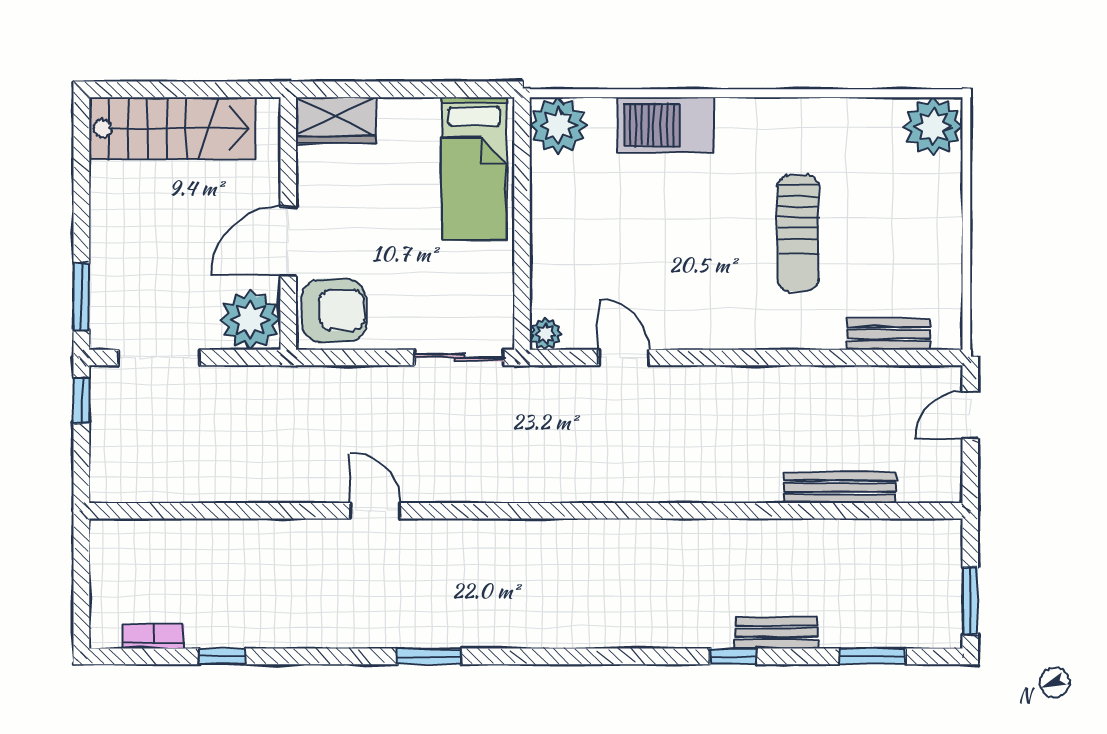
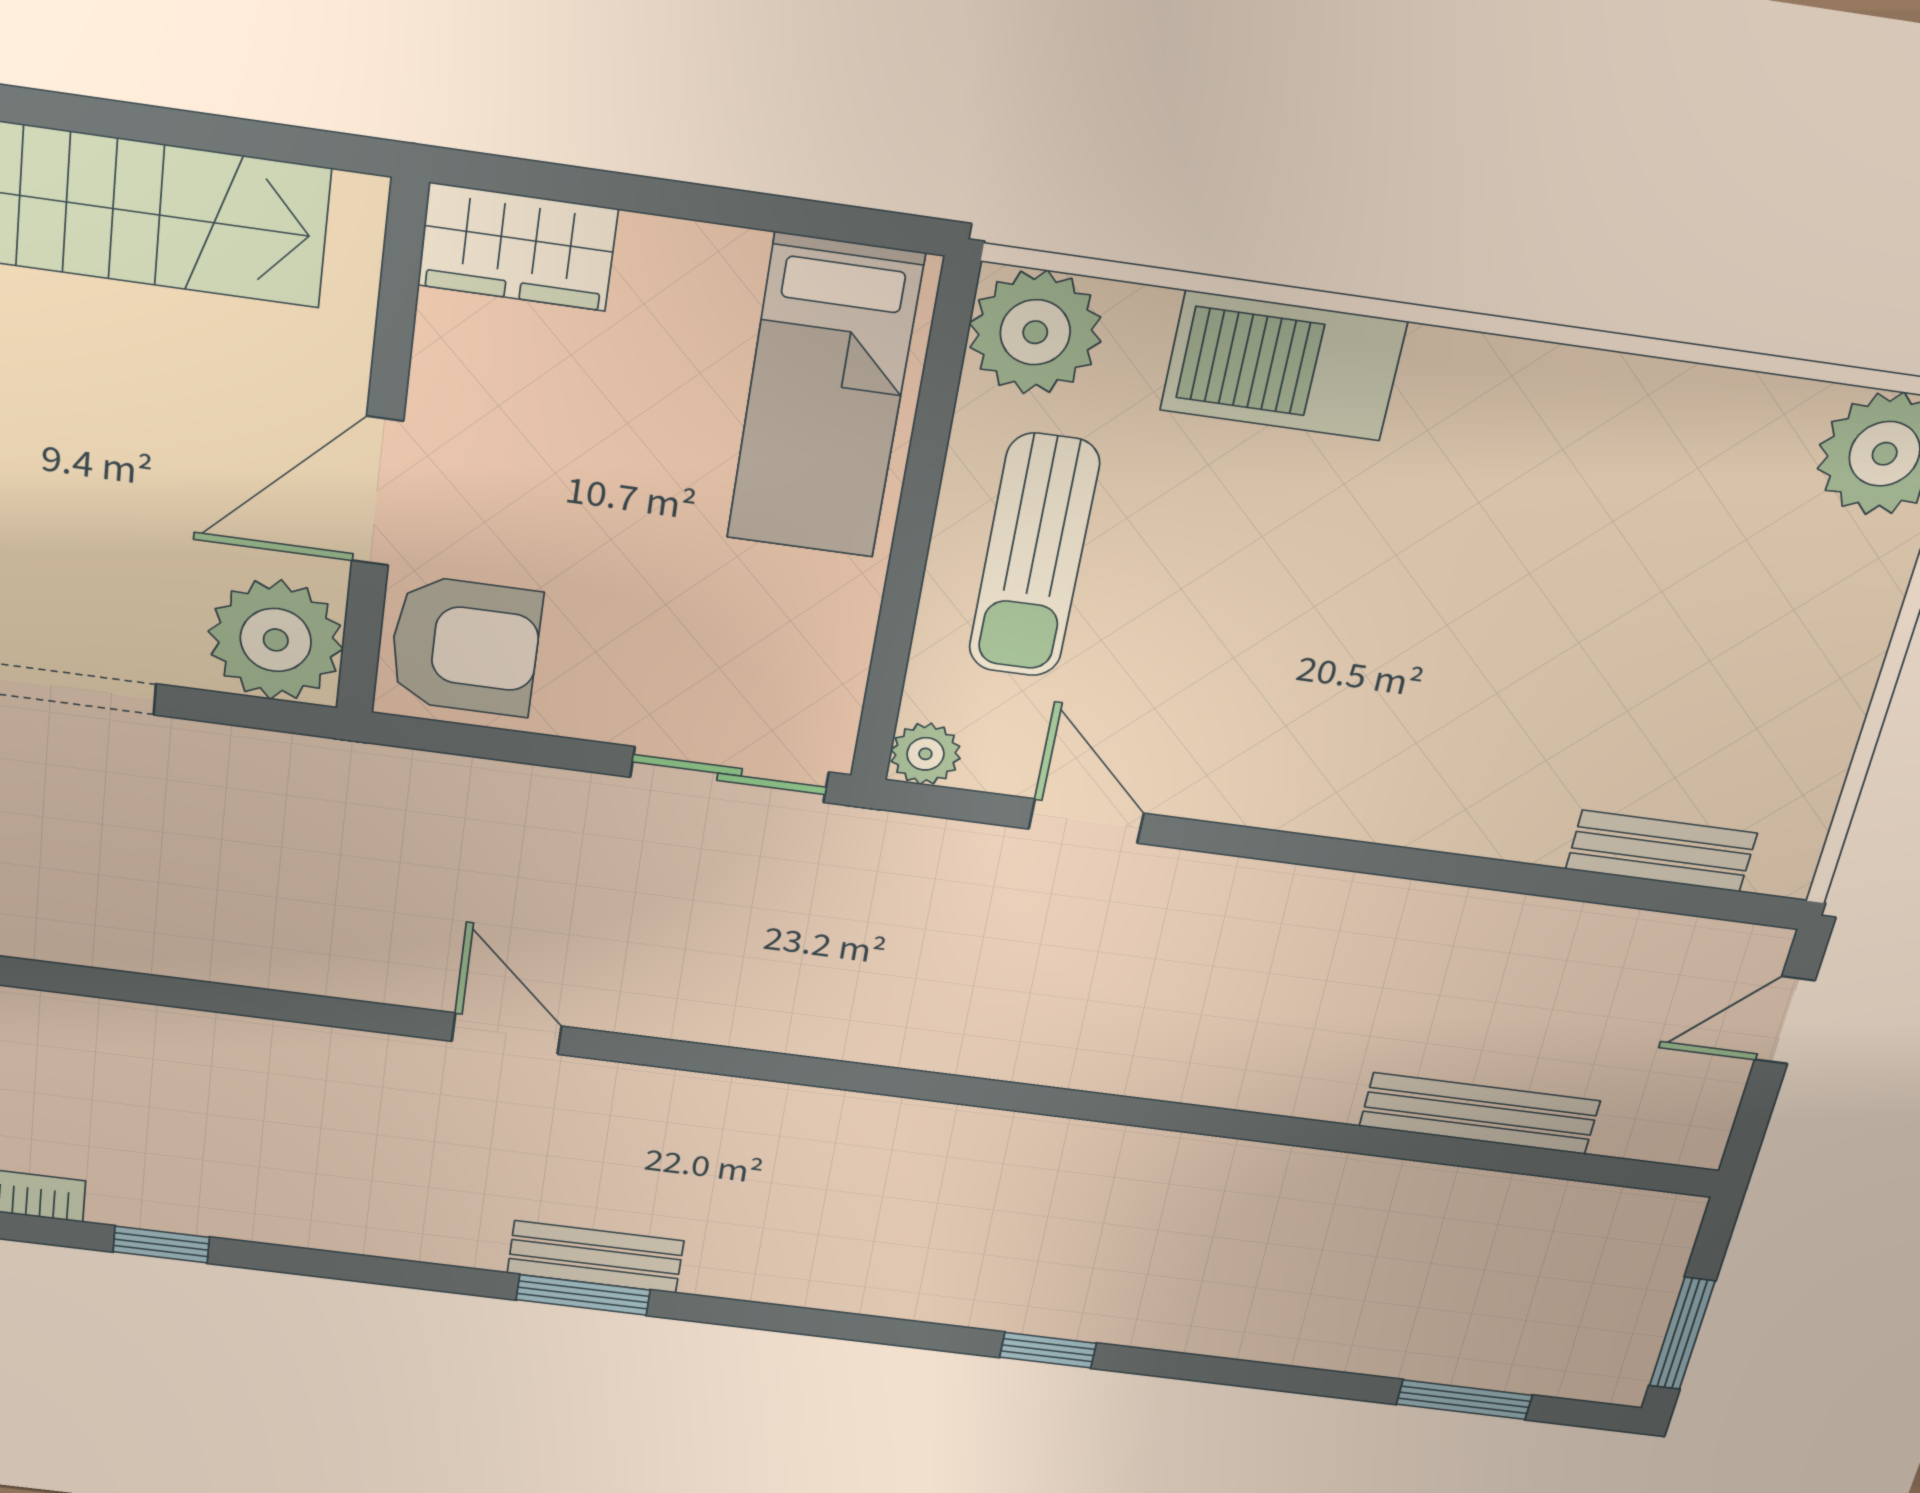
sun lounger: (798, 233) -> (1034, 556), moved
bench: (776, 633) -> (595, 1257), moved
window: (733, 656) -> (1048, 1350), moved

